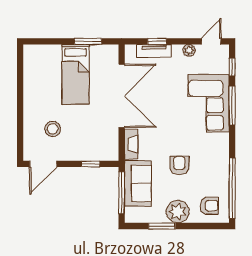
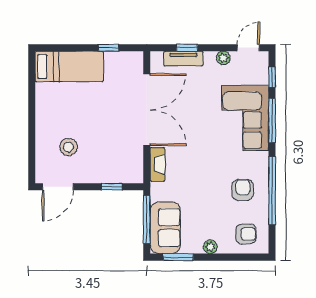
window: (88, 41) -> (109, 48), width x0.67
bed: (76, 74) -> (69, 67), moved, turned -90
armchair: (179, 166) -> (243, 190), moved
sofa: (138, 183) -> (165, 228), moved
window: (232, 188) -> (272, 191), moved
plant: (178, 212) -> (210, 247), width x0.53, depth x0.53
window: (162, 226) -> (178, 257), moved

